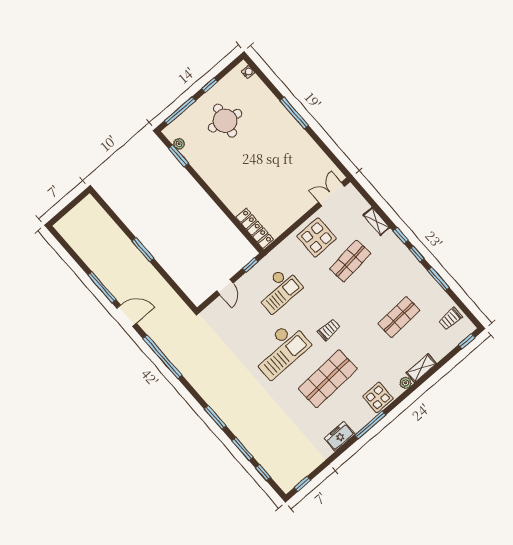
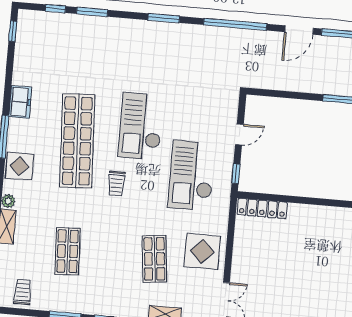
door: (225, 287) -> (239, 135), swing flipped
checkout: (278, 290) -> (192, 176), width x1.36, depth x1.21
shop shelf: (328, 379) -> (77, 141), width x1.40
window: (215, 417) -> (164, 18), moved

